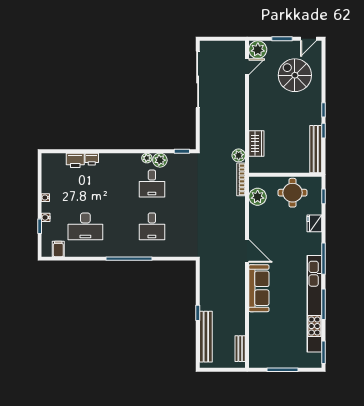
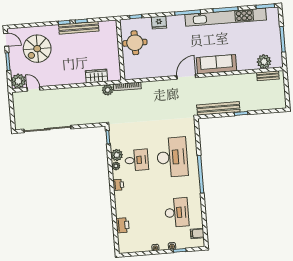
bench: (316, 149) -> (79, 28), moved
printer: (92, 159) -> (118, 185), moved
plant: (258, 197) -> (264, 62), moved
desk: (152, 226) -> (172, 157), width x1.87, depth x1.30
bench: (206, 337) -> (218, 108), moved

